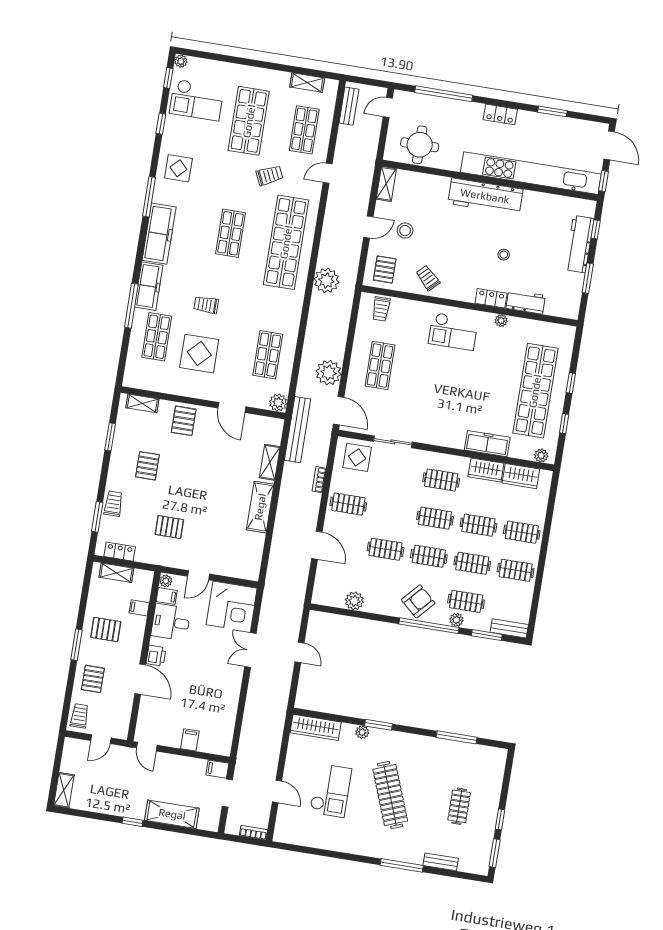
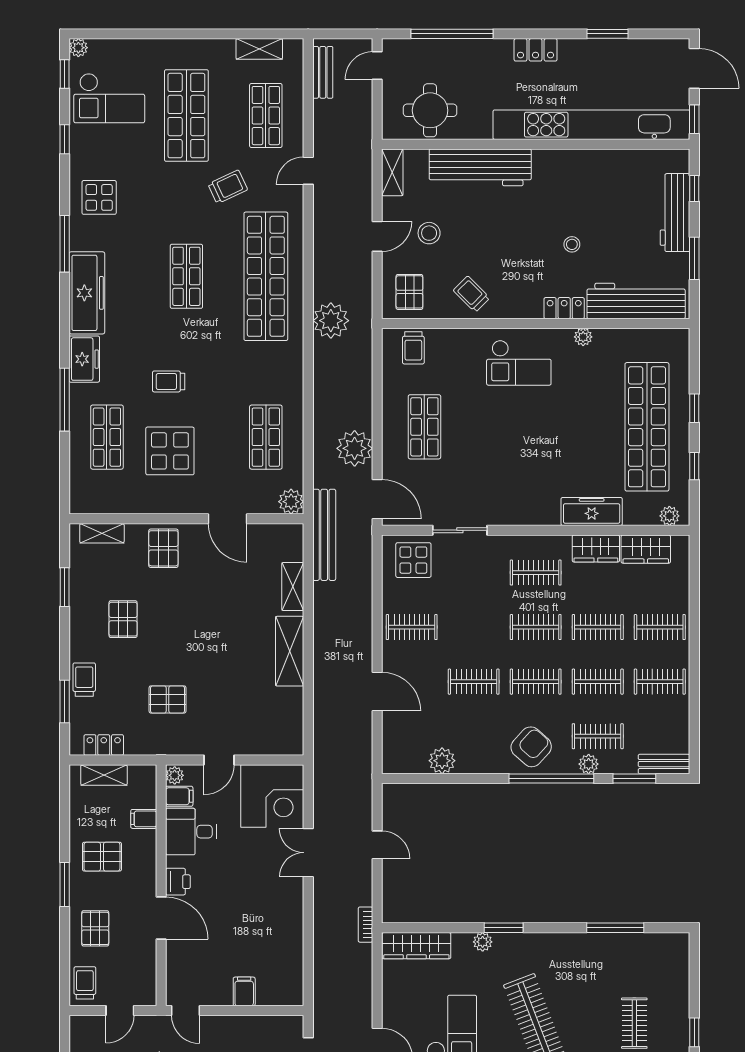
workbench: (485, 196) -> (480, 167), moved
freezer: (149, 286) -> (84, 359), width x0.71
workbench: (526, 302) -> (636, 301), width x1.88, depth x1.32
bookcase: (319, 480) -> (365, 925), moved
filing cabinet: (217, 769) -> (289, 1026), removed

